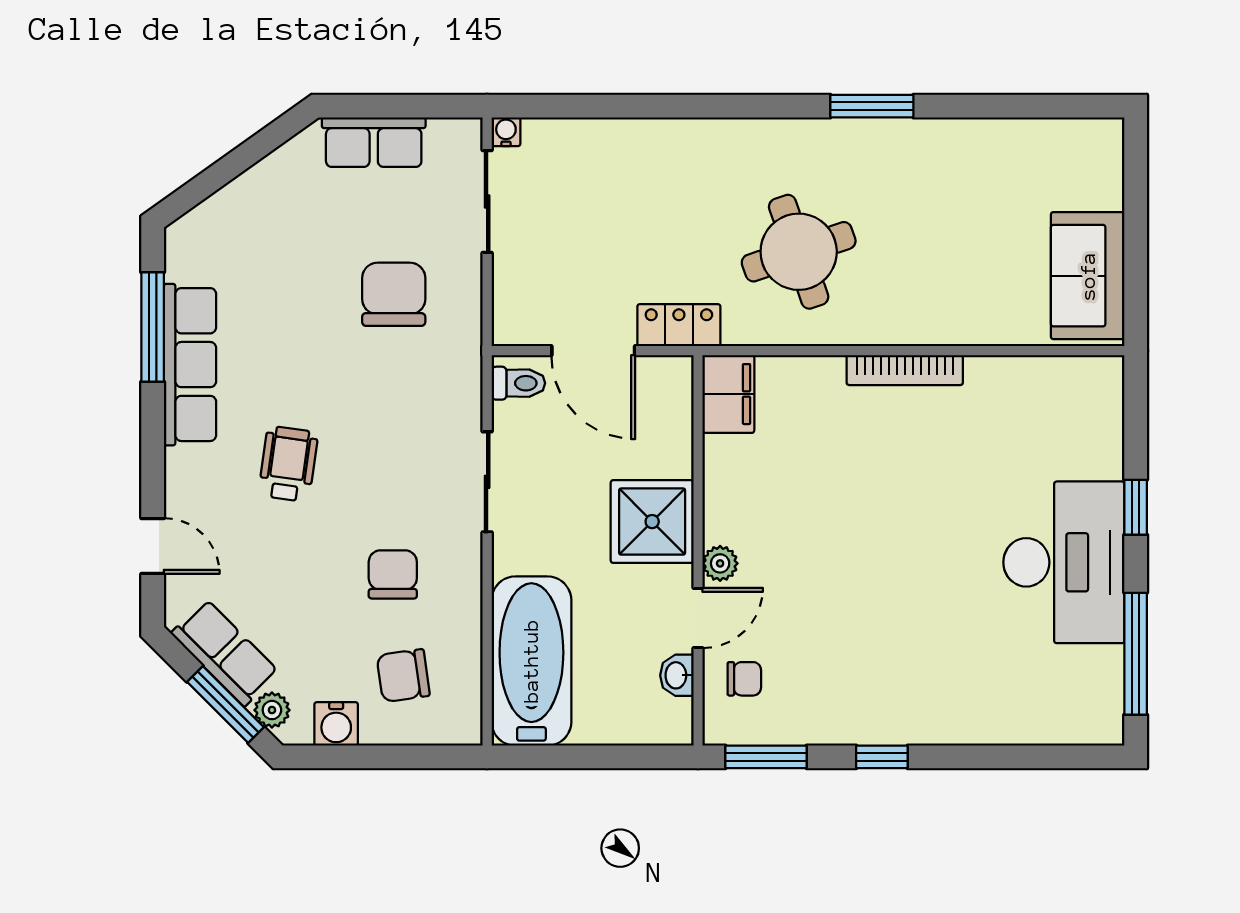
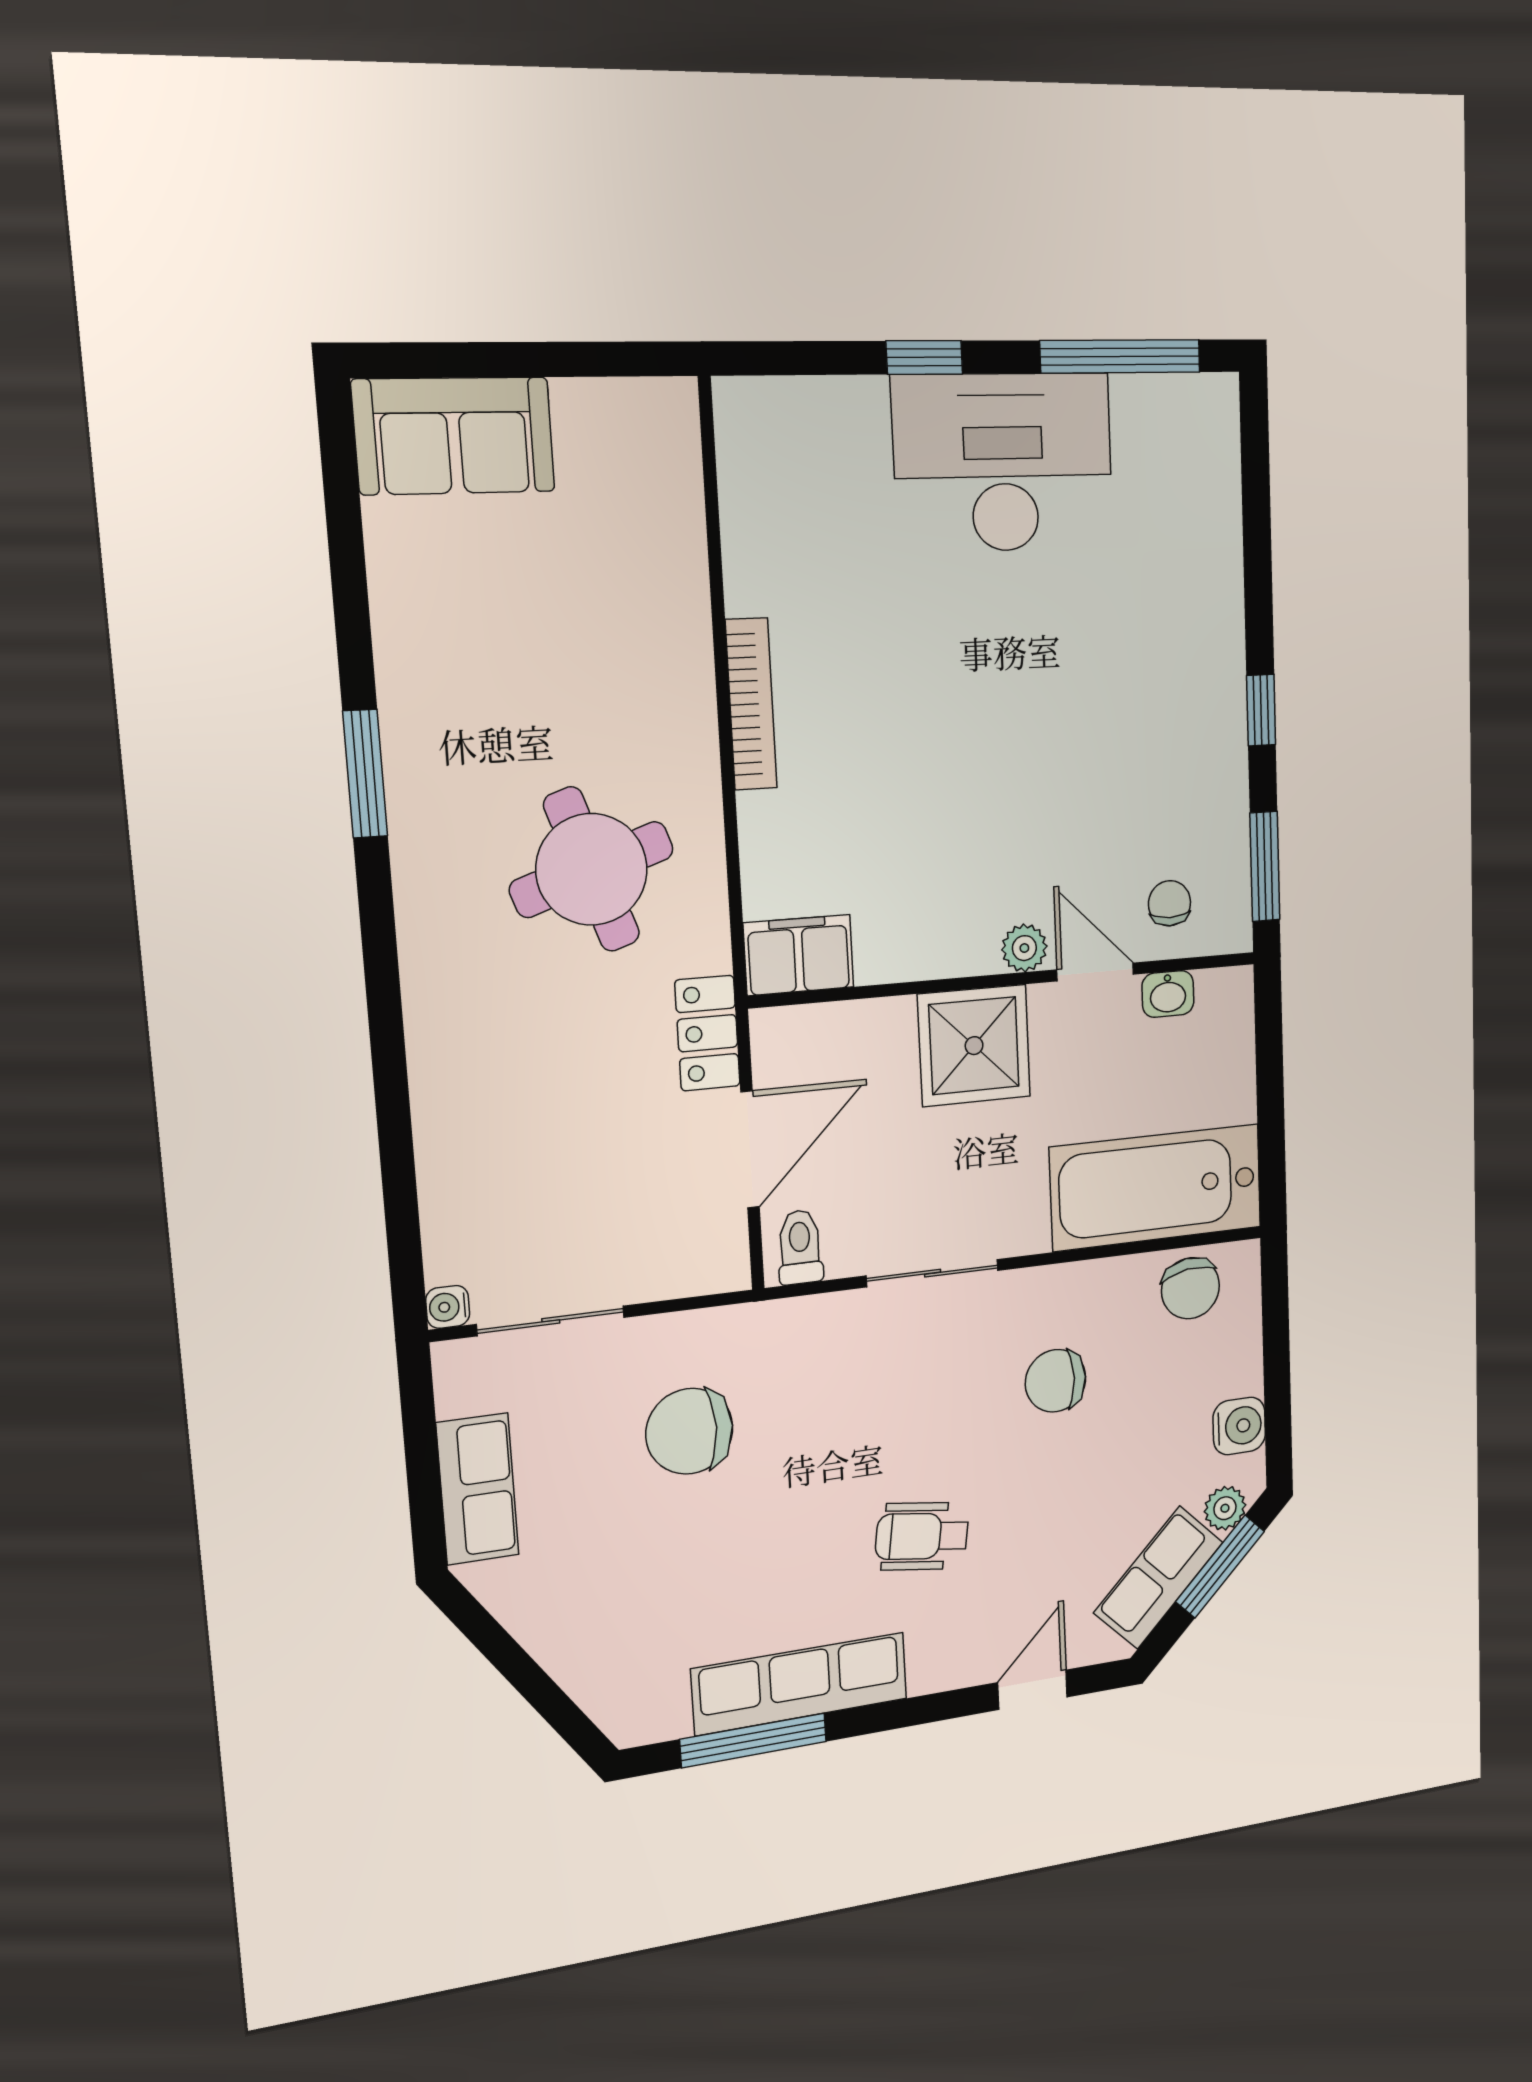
sofa: (1088, 276) -> (454, 436), moved
chair: (403, 676) -> (1190, 1288), moved

